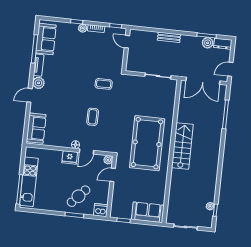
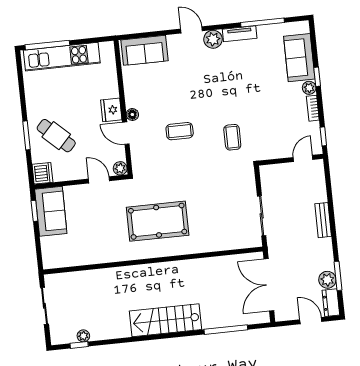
sofa: (46, 39) -> (299, 58), moved, turned 90
door: (230, 69) -> (311, 321), moved
pool table: (147, 143) -> (158, 221), width x0.73, depth x0.76
stairs: (182, 146) -> (166, 320), moved, turned 180
sofa: (148, 212) -> (51, 211), moved

